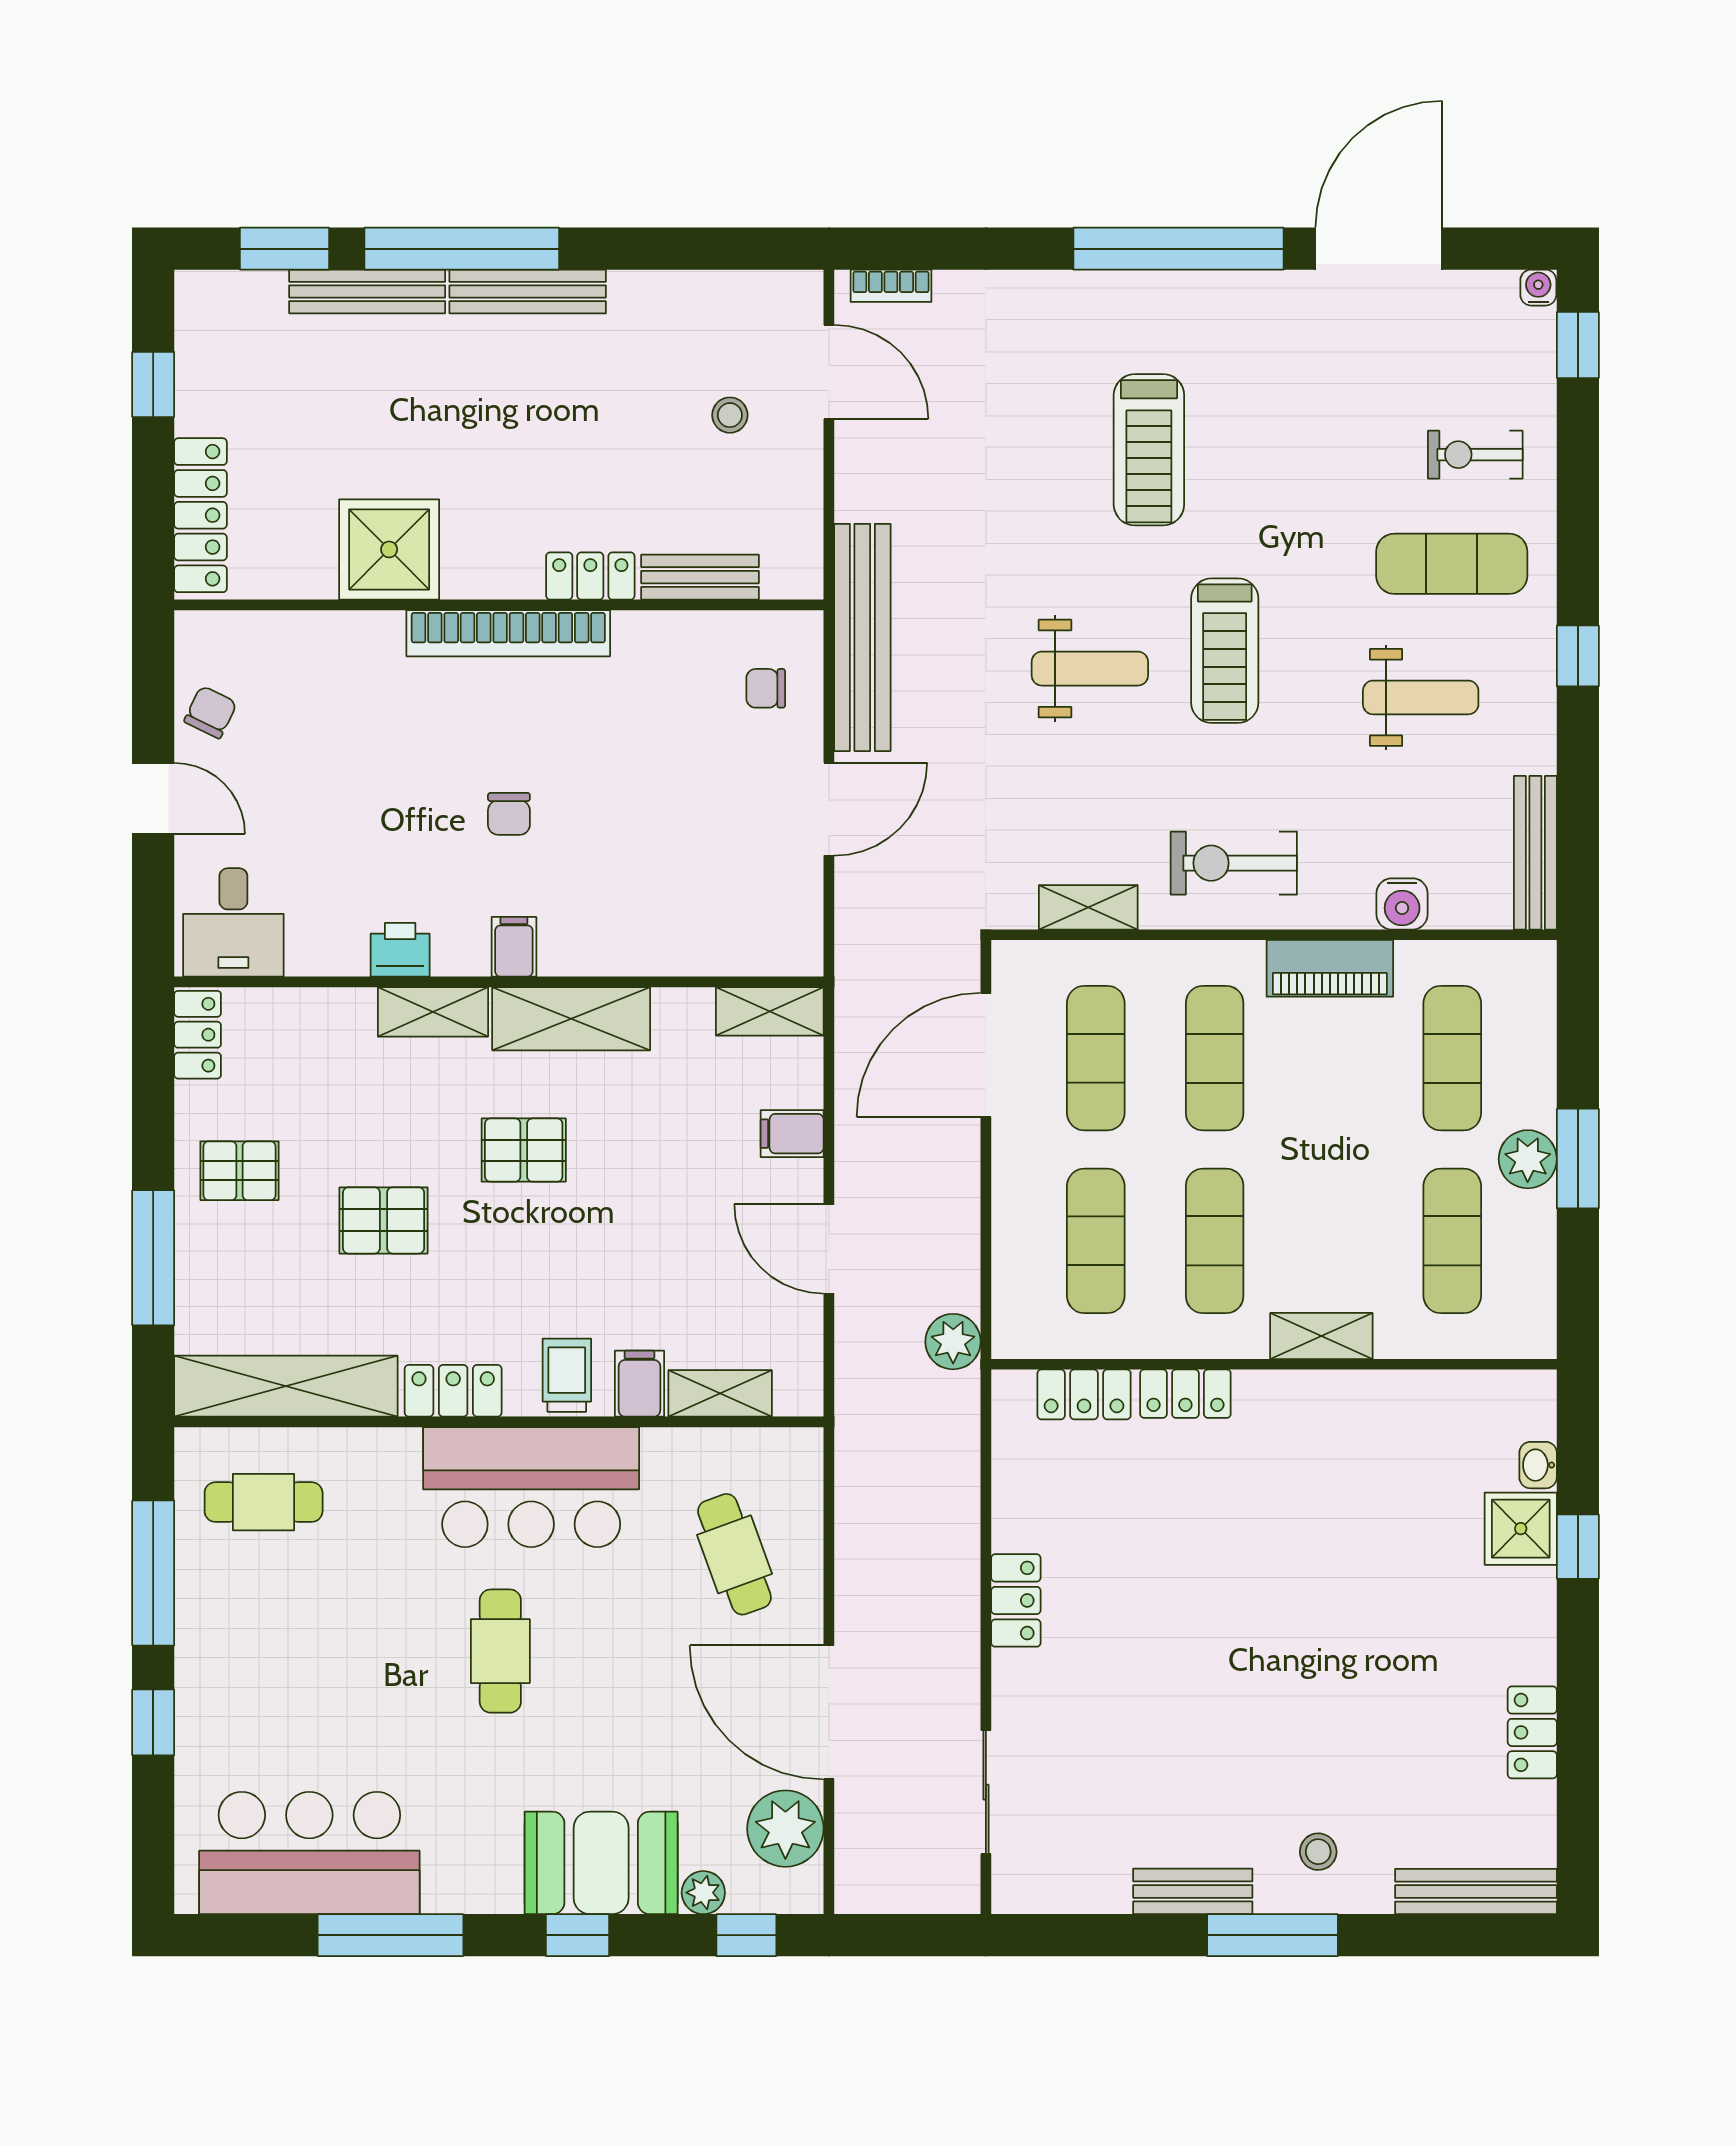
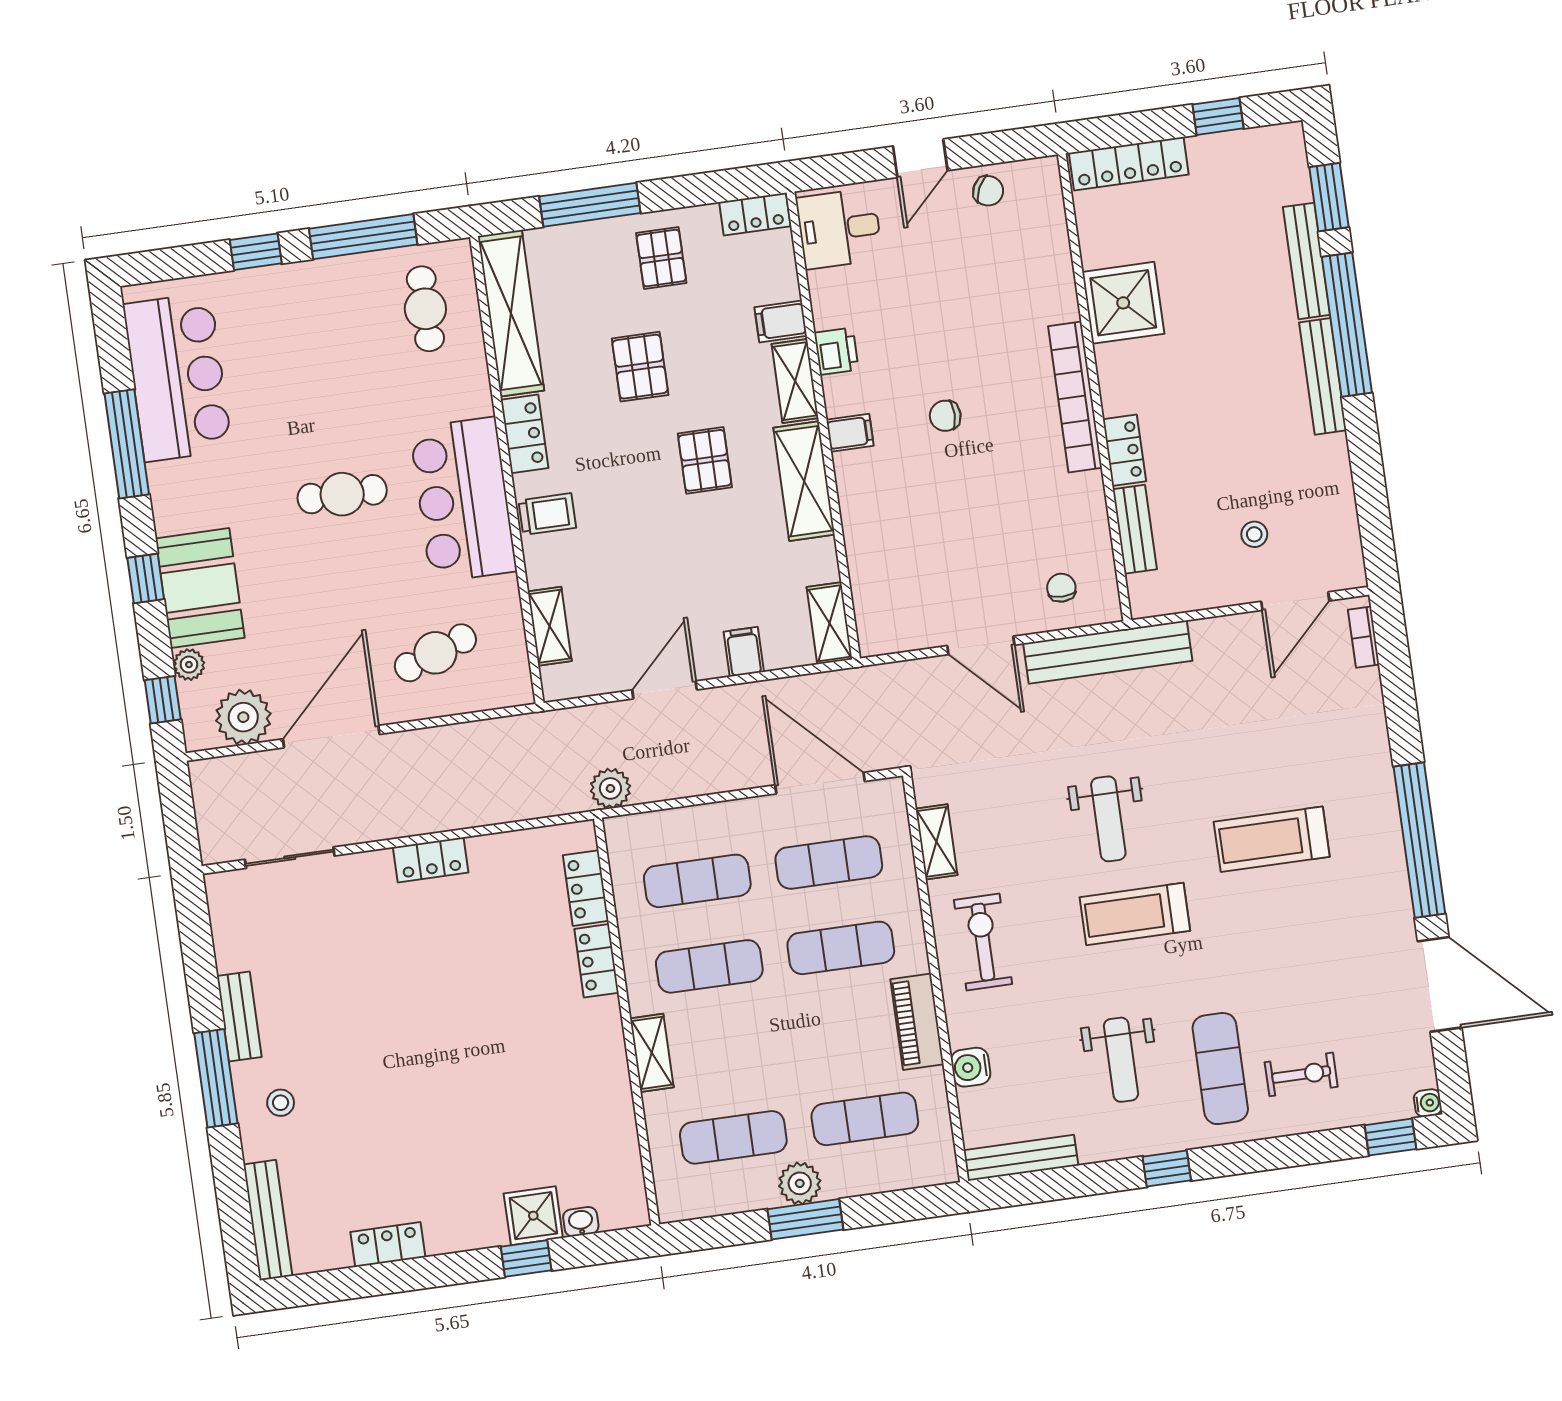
exercise bike: (1475, 455) -> (1301, 1074), turned 90
filing cabinet: (639, 1384) -> (781, 321), moved, turned 180

